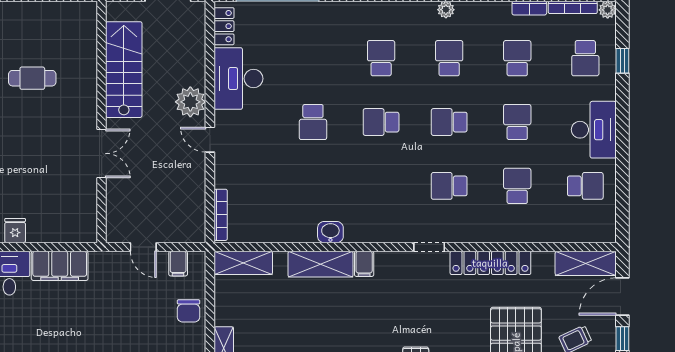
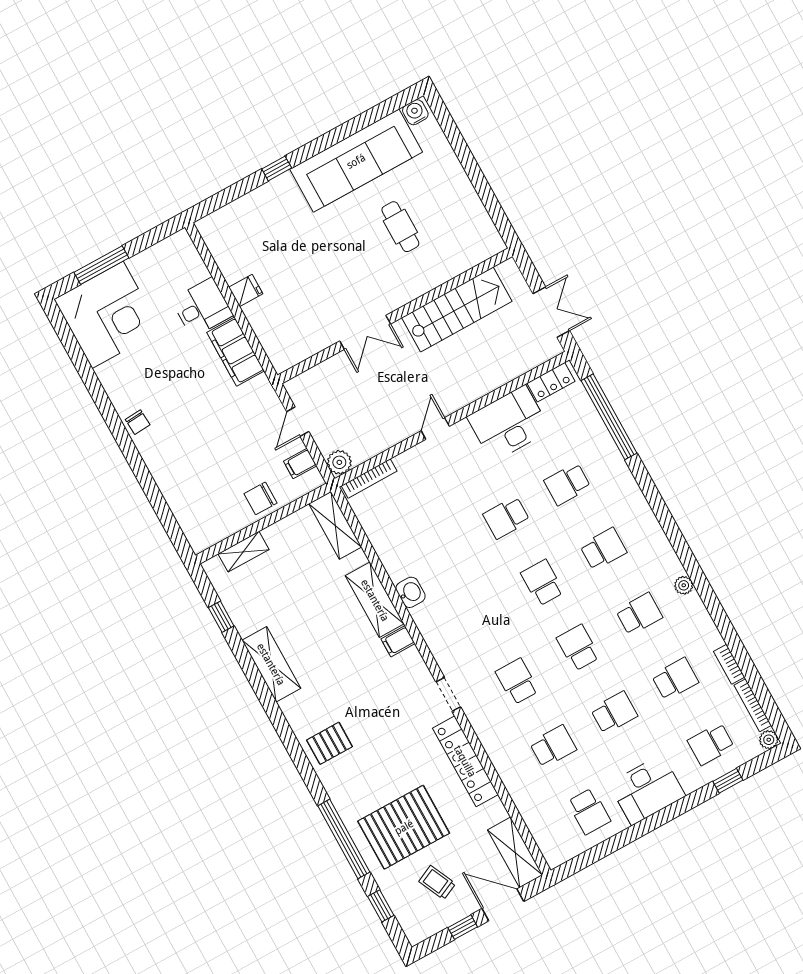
school desk: (313, 58) -> (567, 484), added
plant: (190, 102) -> (339, 462), moved, width x0.73, depth x0.73

